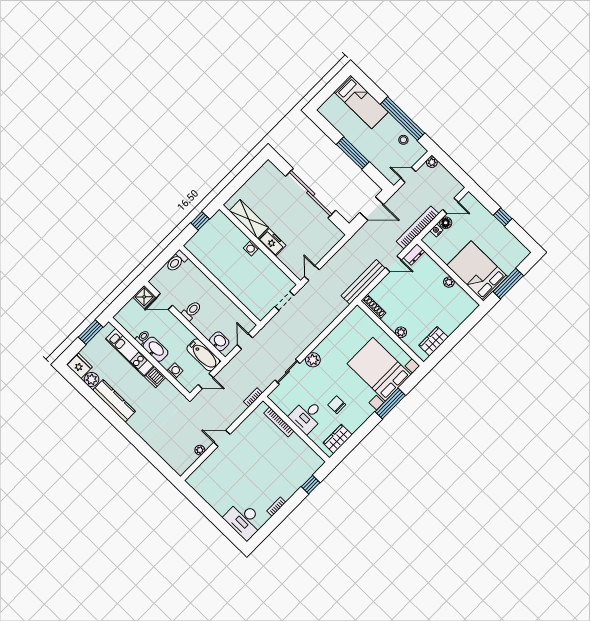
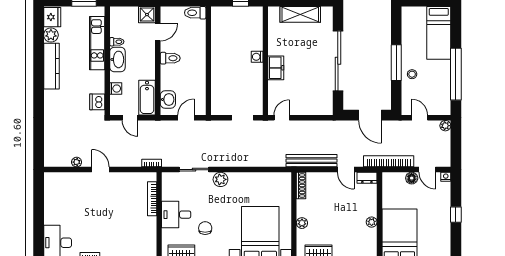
stool: (403, 140) -> (412, 74), moved
shelving: (249, 219) -> (300, 14), moved, turned 90
nightstand: (436, 230) -> (446, 177), moved
door: (164, 301) -> (158, 32), swing flipped
dishwasher: (155, 377) -> (97, 102), moved

